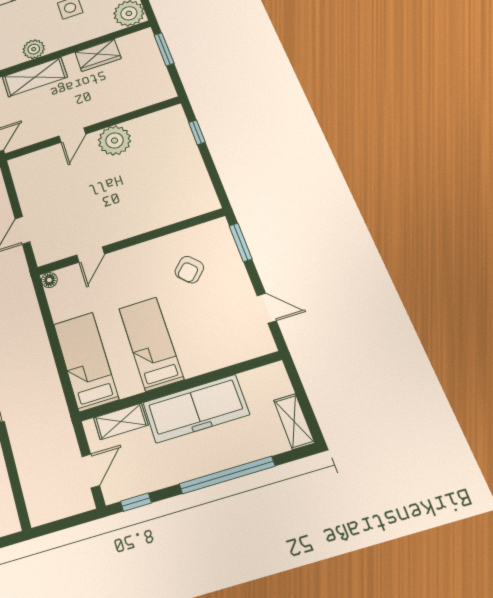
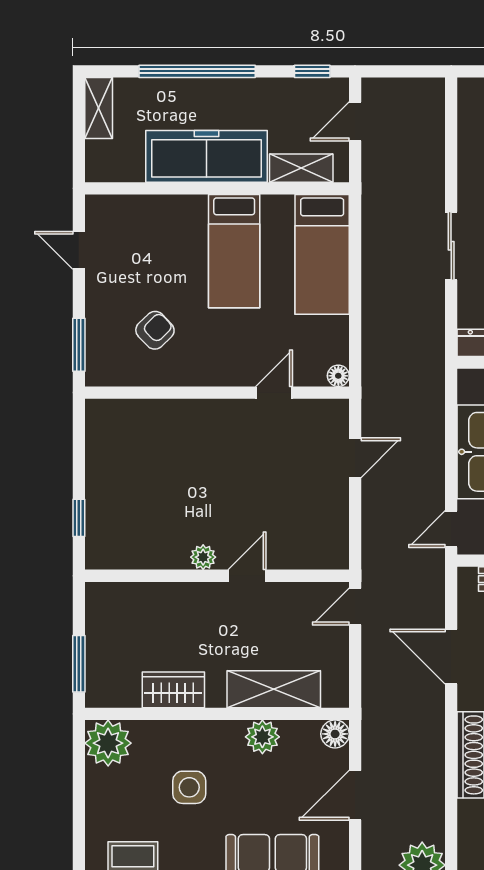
plant: (115, 140) -> (203, 557), width x0.53, depth x0.53

